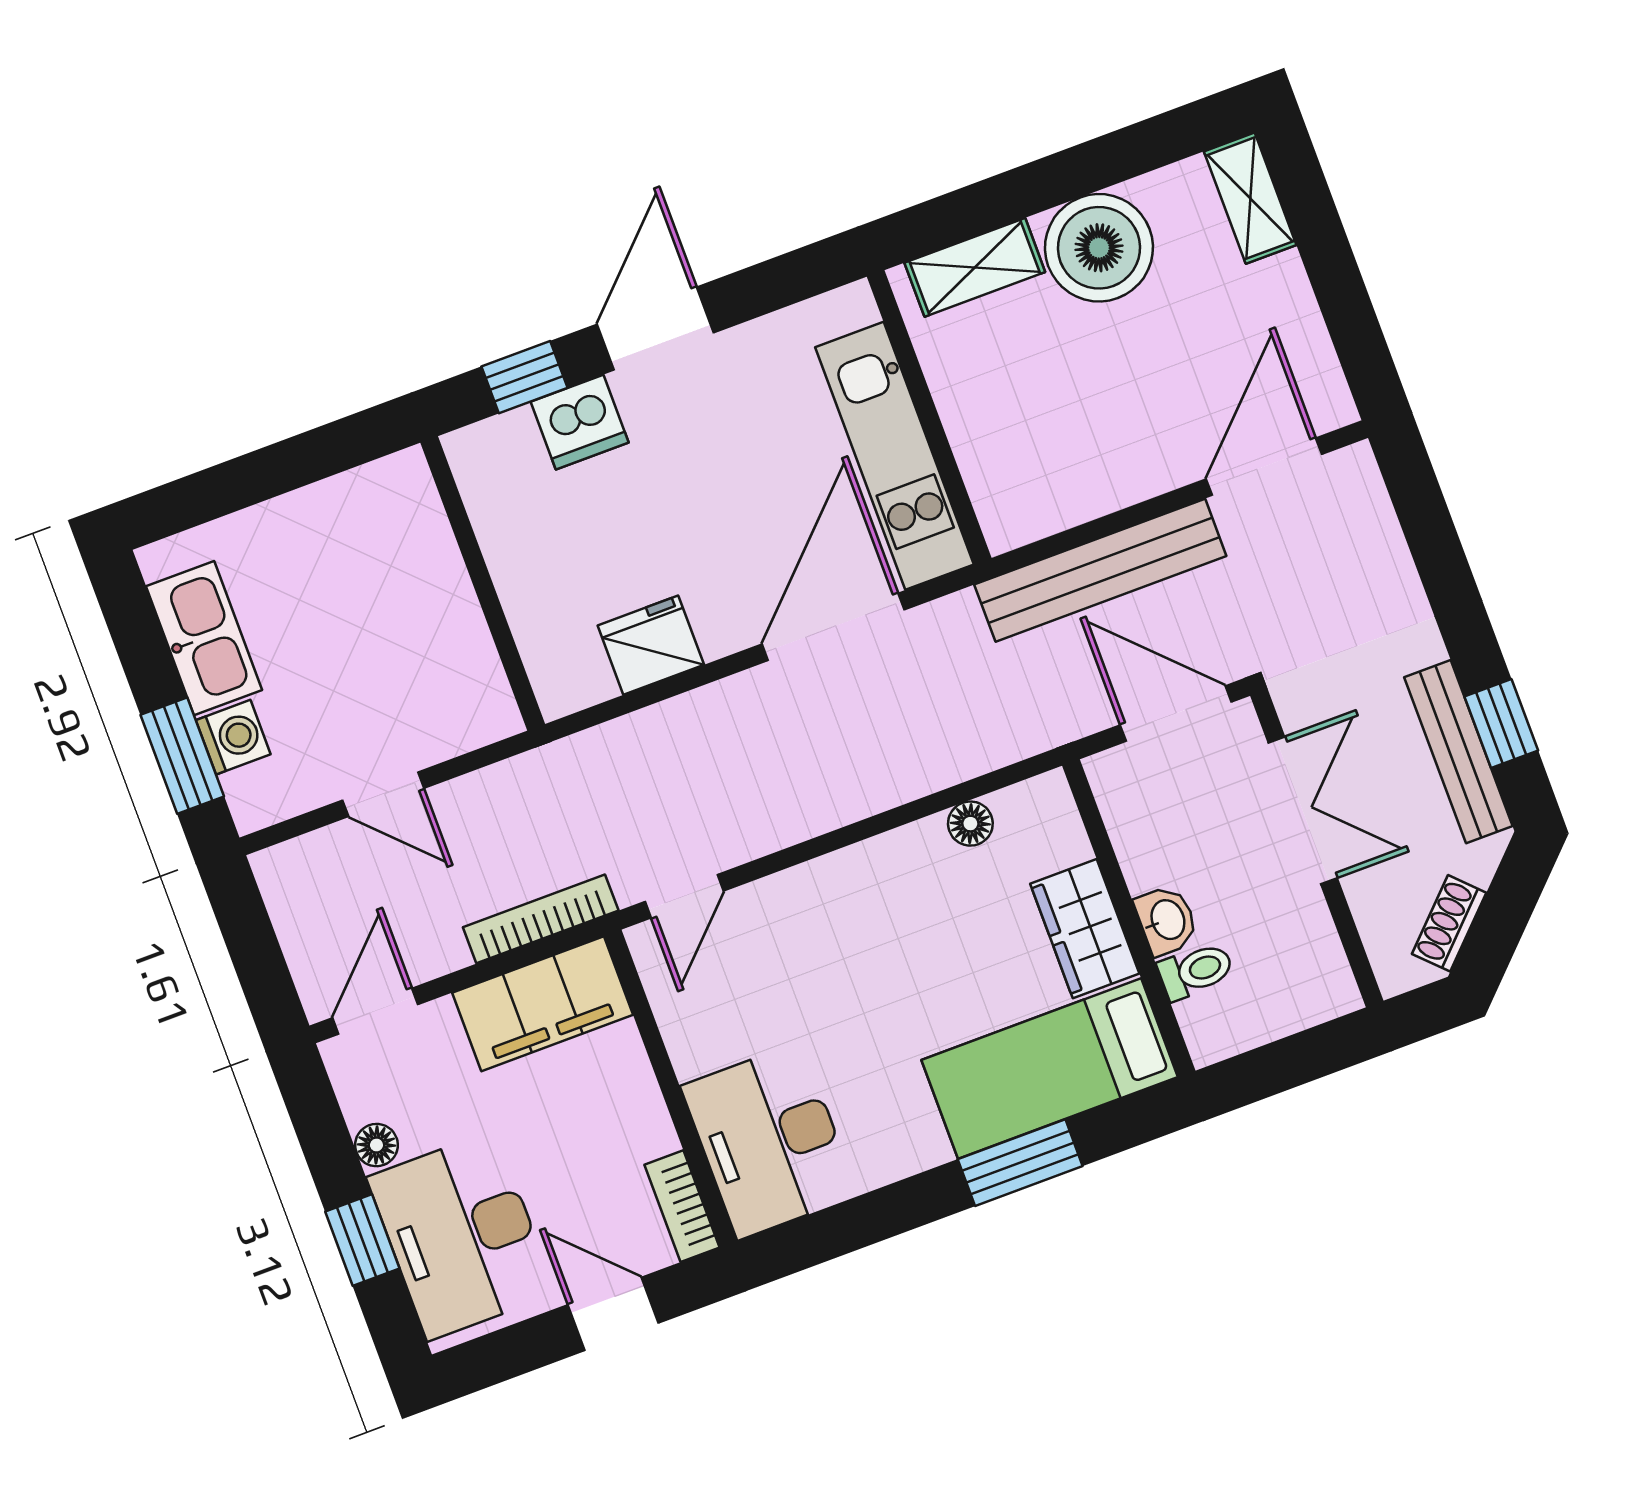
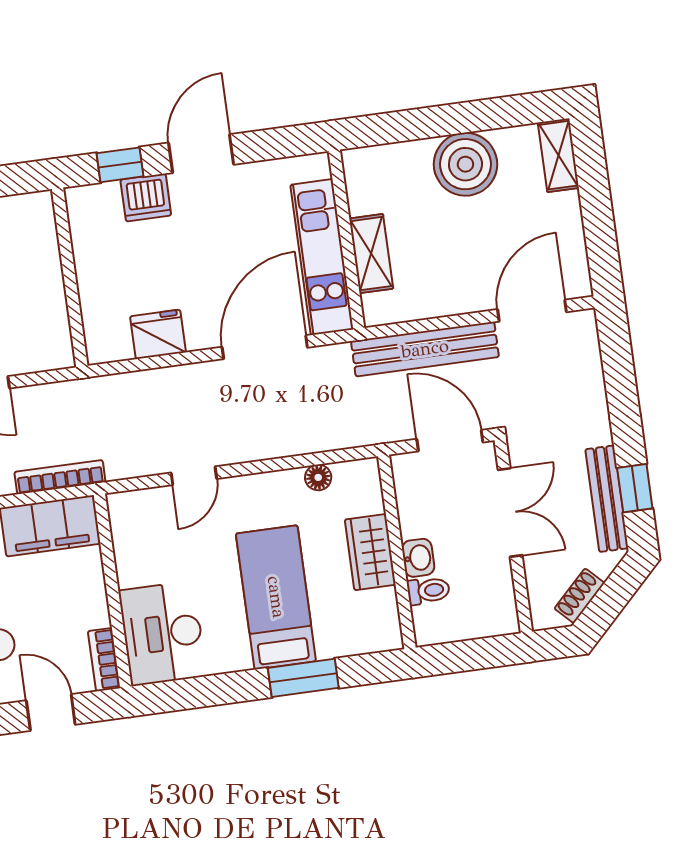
shelving: (975, 267) -> (371, 254), moved, turned 90
door: (684, 896) -> (194, 476), moved
bed: (1050, 1069) -> (276, 597), moved, turned 90

